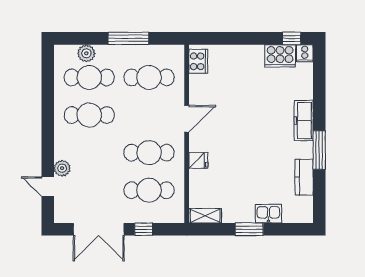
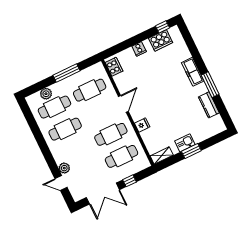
cooker: (305, 53) -> (139, 49), moved
kitchen sink: (268, 214) -> (185, 143), moved

